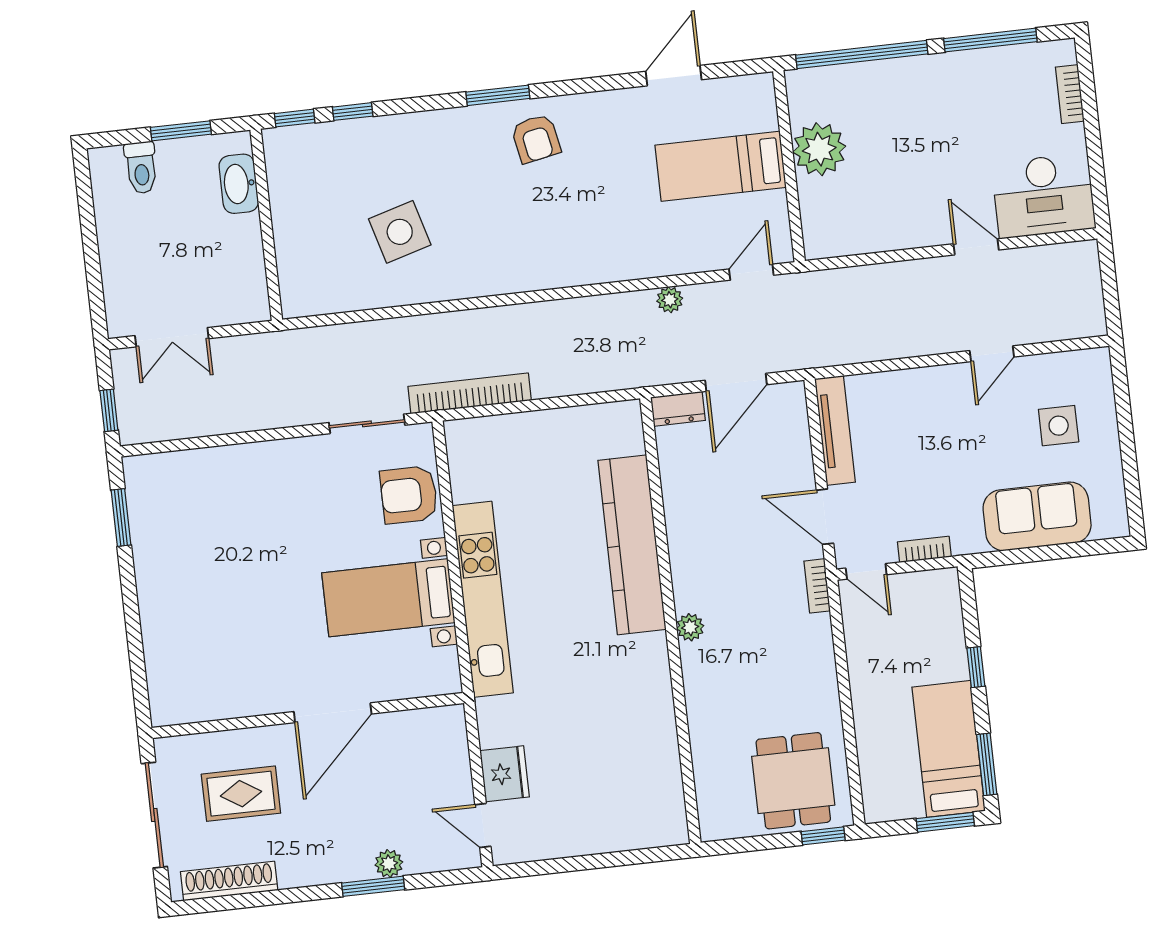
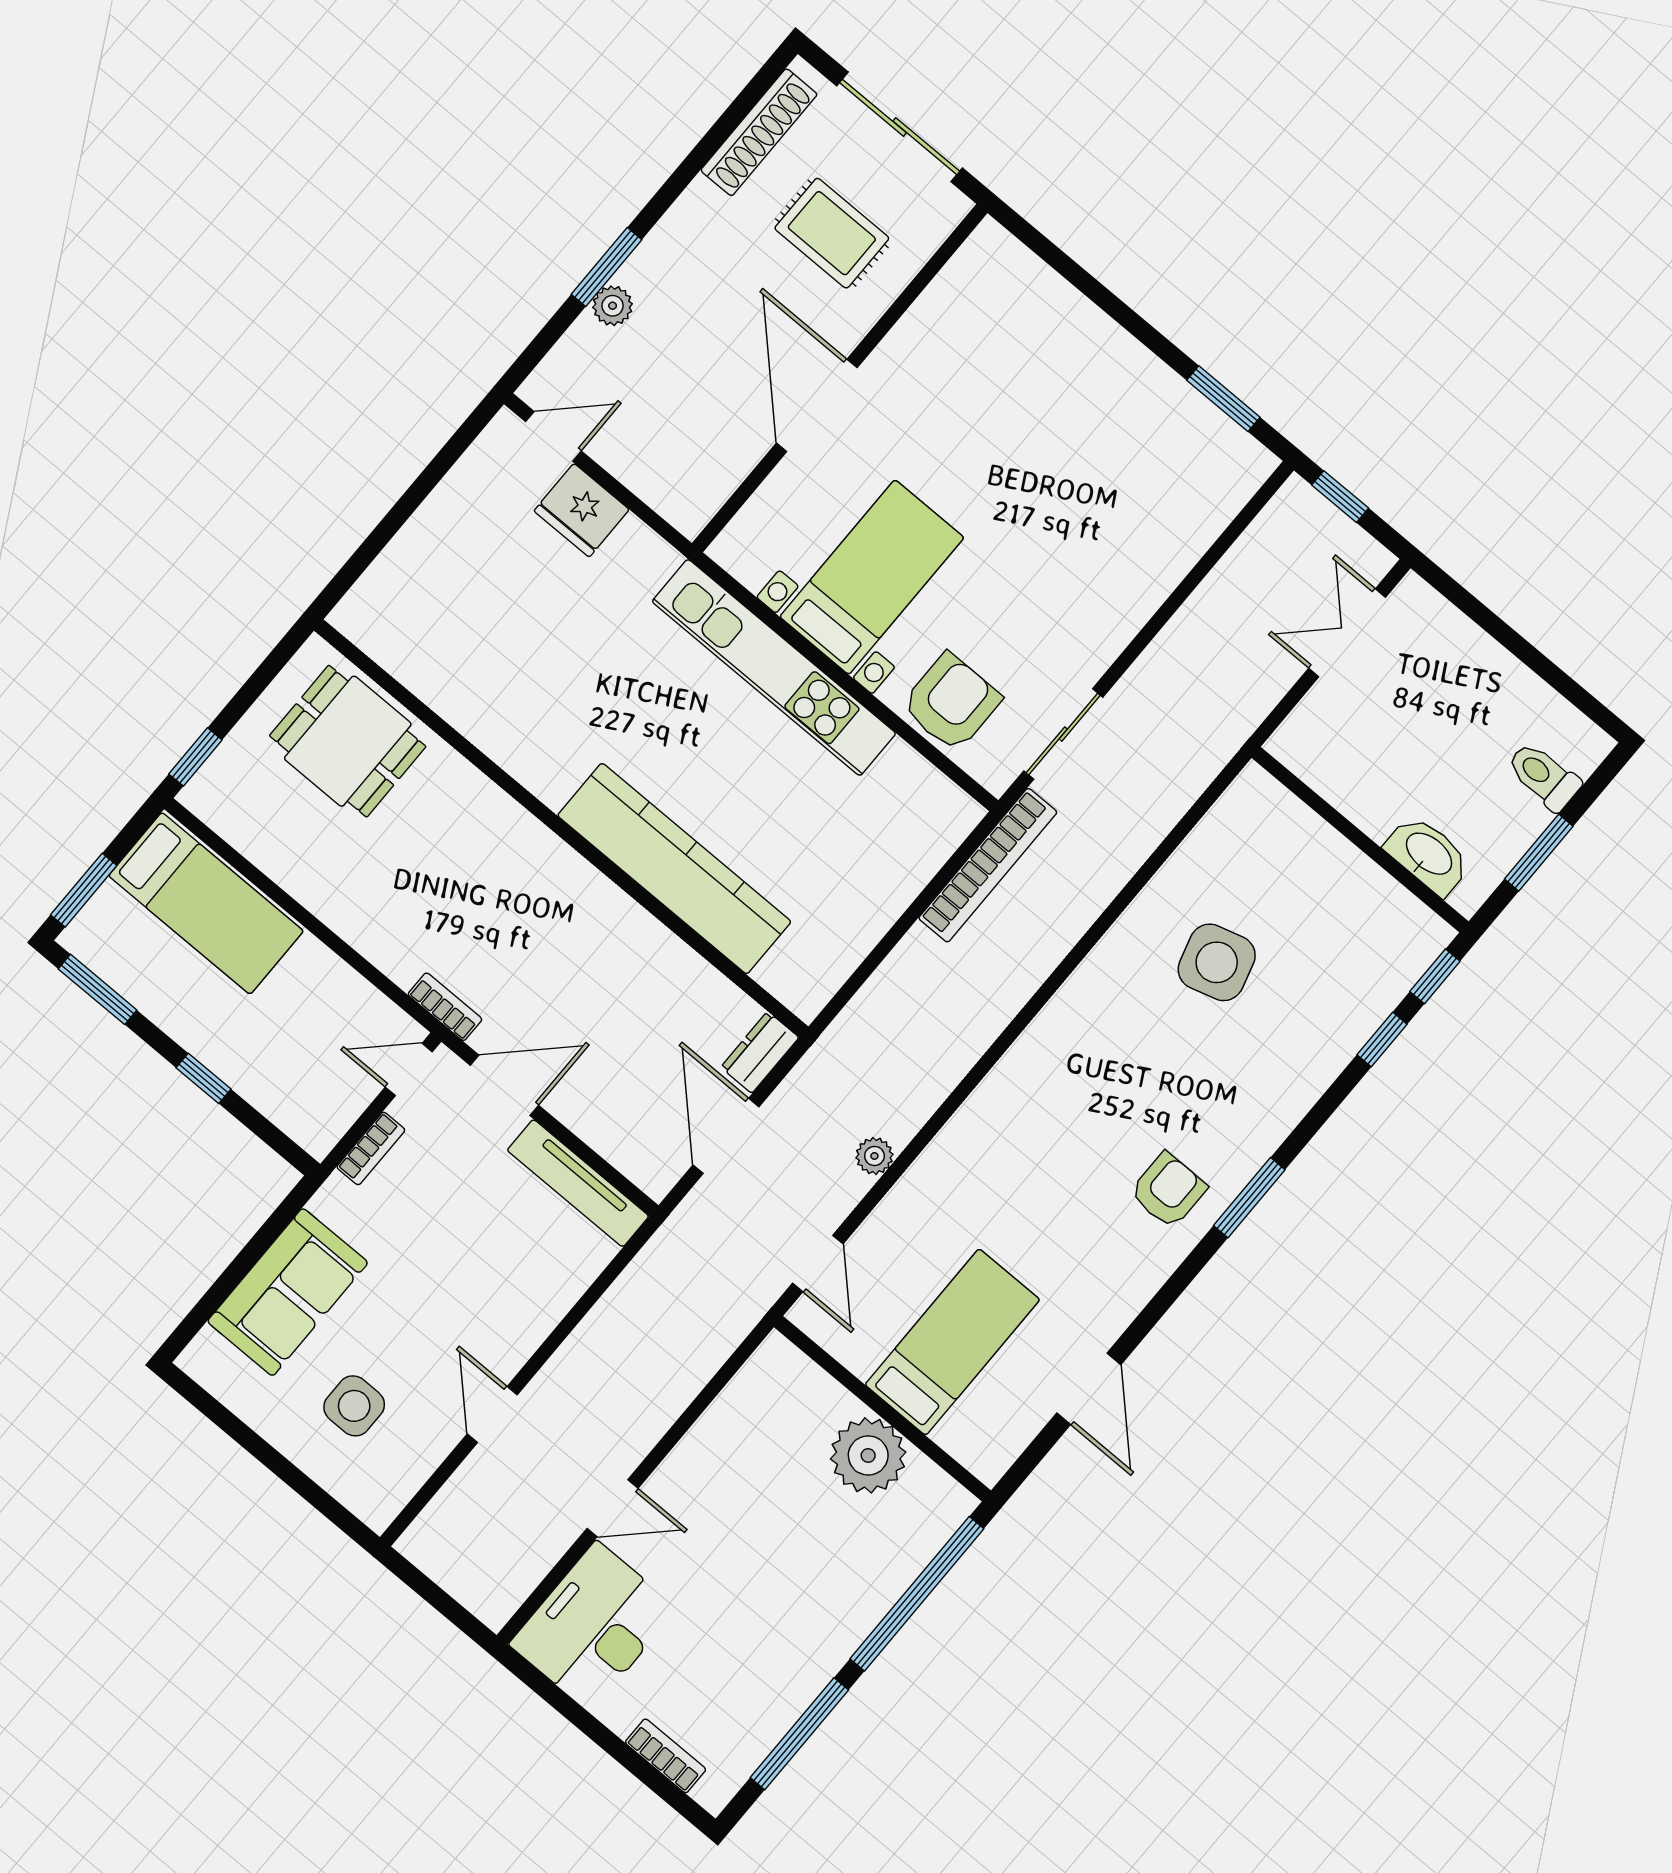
armchair: (536, 139) -> (1168, 1190), turned 101
plant: (690, 627) -> (535, 841), removed
bed: (949, 749) -> (206, 903), moved
dining table: (793, 781) -> (348, 741), moved
rug: (241, 794) -> (832, 233), turned 90

